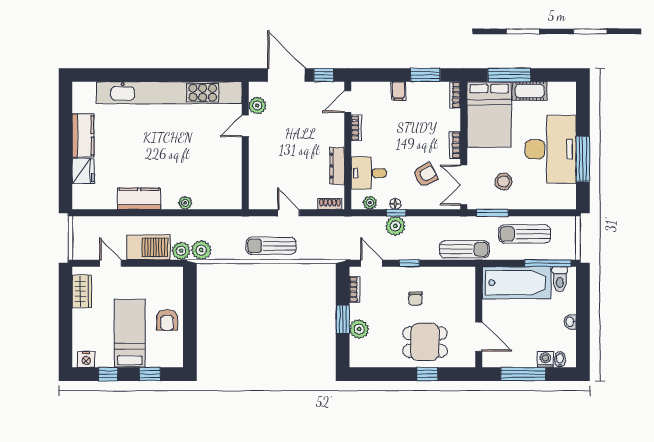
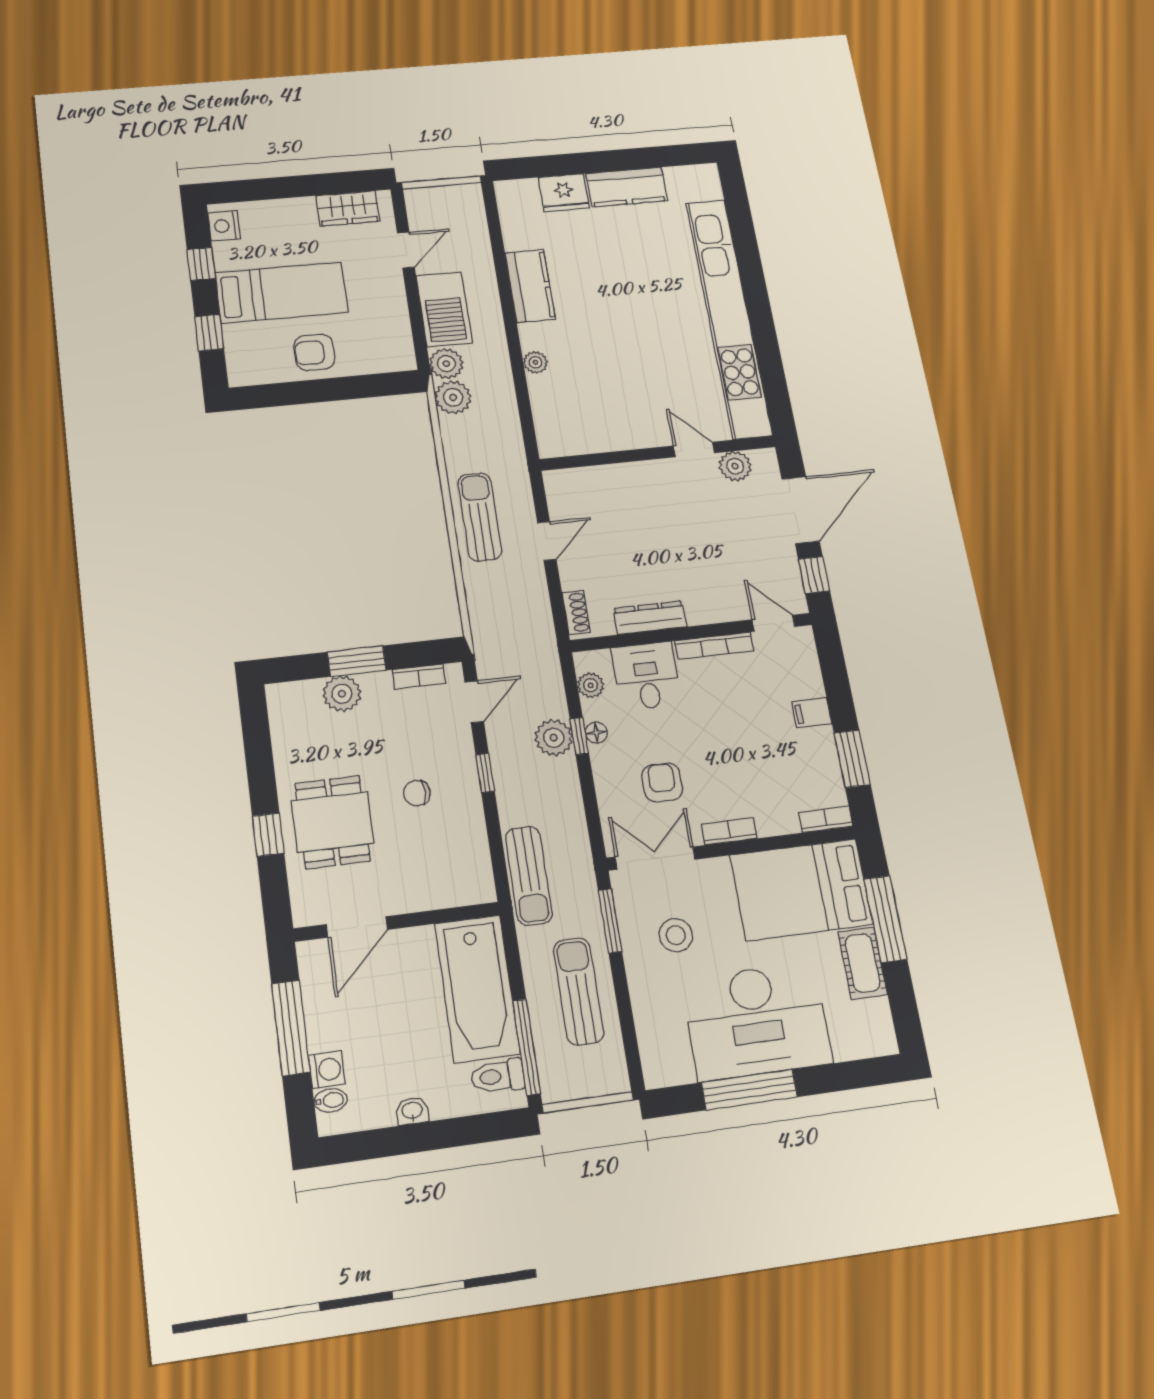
bookcase: (356, 128) -> (714, 646), width x1.56
armchair: (425, 175) -> (662, 782), turned -152

